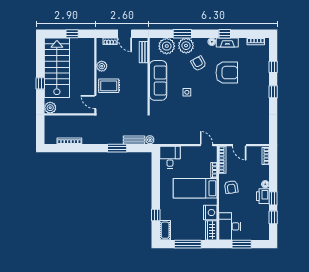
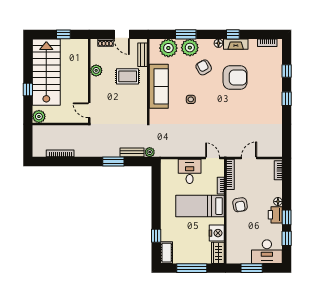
rug: (109, 86) -> (128, 76), moved
door: (239, 145) -> (249, 158), swing flipped
desk: (170, 157) -> (190, 171), moved
desk: (230, 226) -> (267, 252), moved, turned -90

